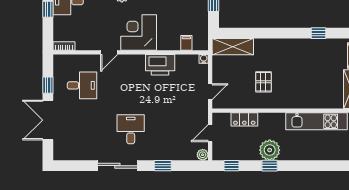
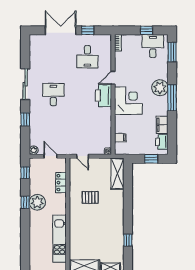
door: (109, 52) -> (113, 78), hinge flipped
printer: (160, 65) -> (103, 96), moved
desk: (131, 129) -> (53, 95), turned -90

